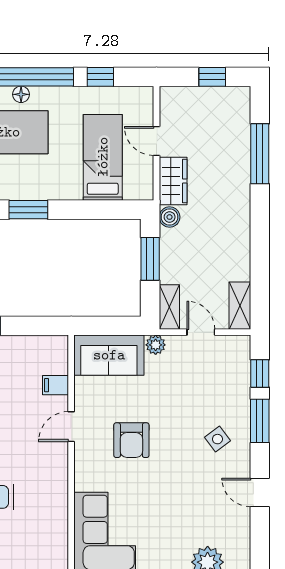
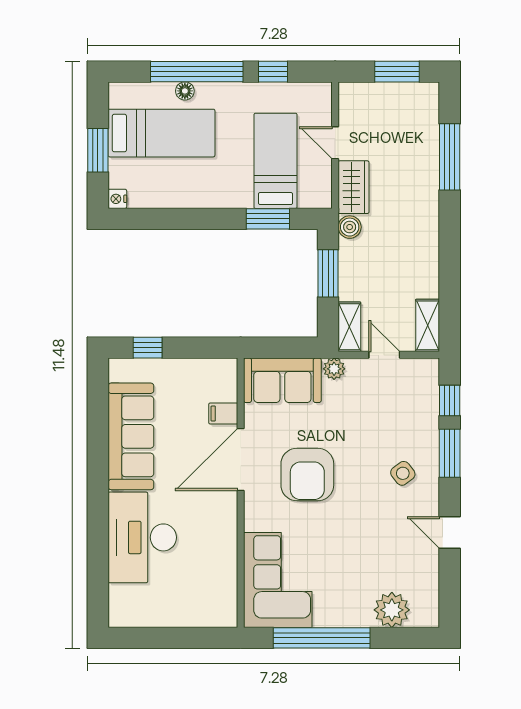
window: (212, 77) -> (397, 72), width x1.50
window: (28, 210) -> (268, 219), moved
door: (71, 427) -> (241, 459), width x1.87
armchair: (131, 440) -> (307, 474), width x1.36, depth x1.36

